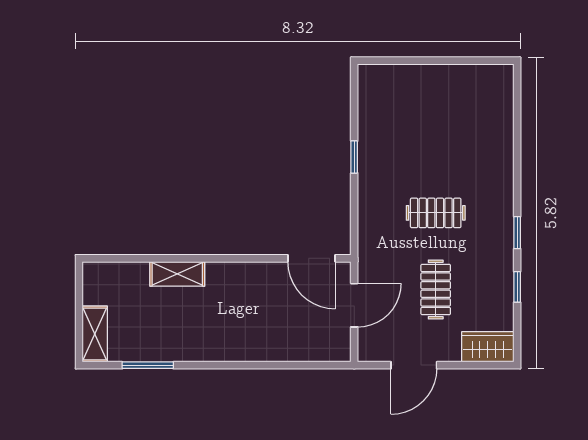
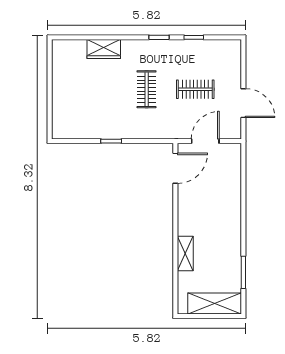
door: (354, 305) -> (205, 141), hinge flipped
shelving: (95, 334) -> (215, 303), width x1.50, depth x1.33
wardrobe: (488, 347) -> (104, 49), moved, turned -90

